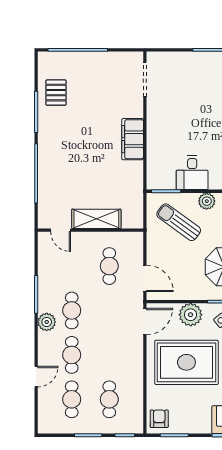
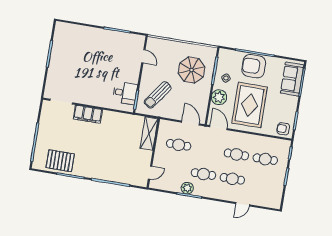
pallet: (56, 93) -> (60, 161), width x1.50, depth x1.42
filing cabinet: (133, 139) -> (88, 114), moved
desk: (192, 173) -> (125, 93), moved
plant: (207, 201) -> (147, 74), removed
shelving: (96, 219) -> (149, 133), moved
door: (145, 278) -> (190, 123), hinge flipped
plant: (47, 322) -> (187, 188), moved
door: (36, 377) -> (243, 204), swing flipped
cafe table: (72, 399) -> (236, 154), moved

